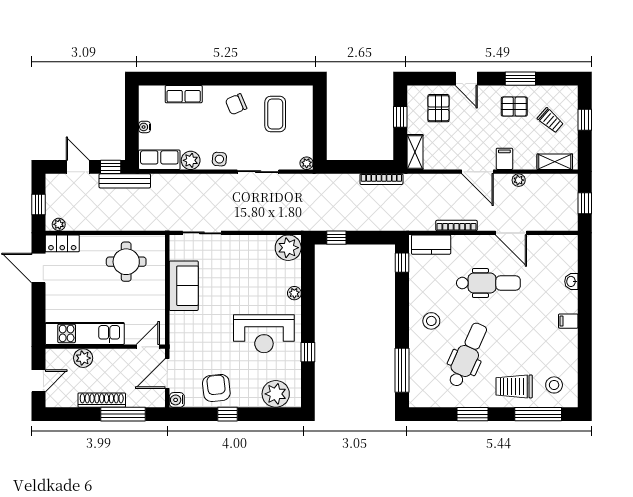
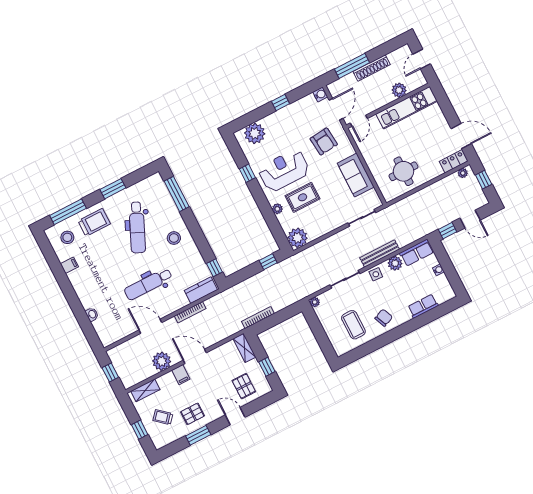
plant: (519, 180) -> (162, 361), width x1.87, depth x1.87
bench: (125, 181) -> (380, 253), moved
rug: (258, 292) -> (303, 197), added
filing cabinet: (568, 321) -> (69, 265), moved
armchair: (216, 388) -> (324, 141), moved

